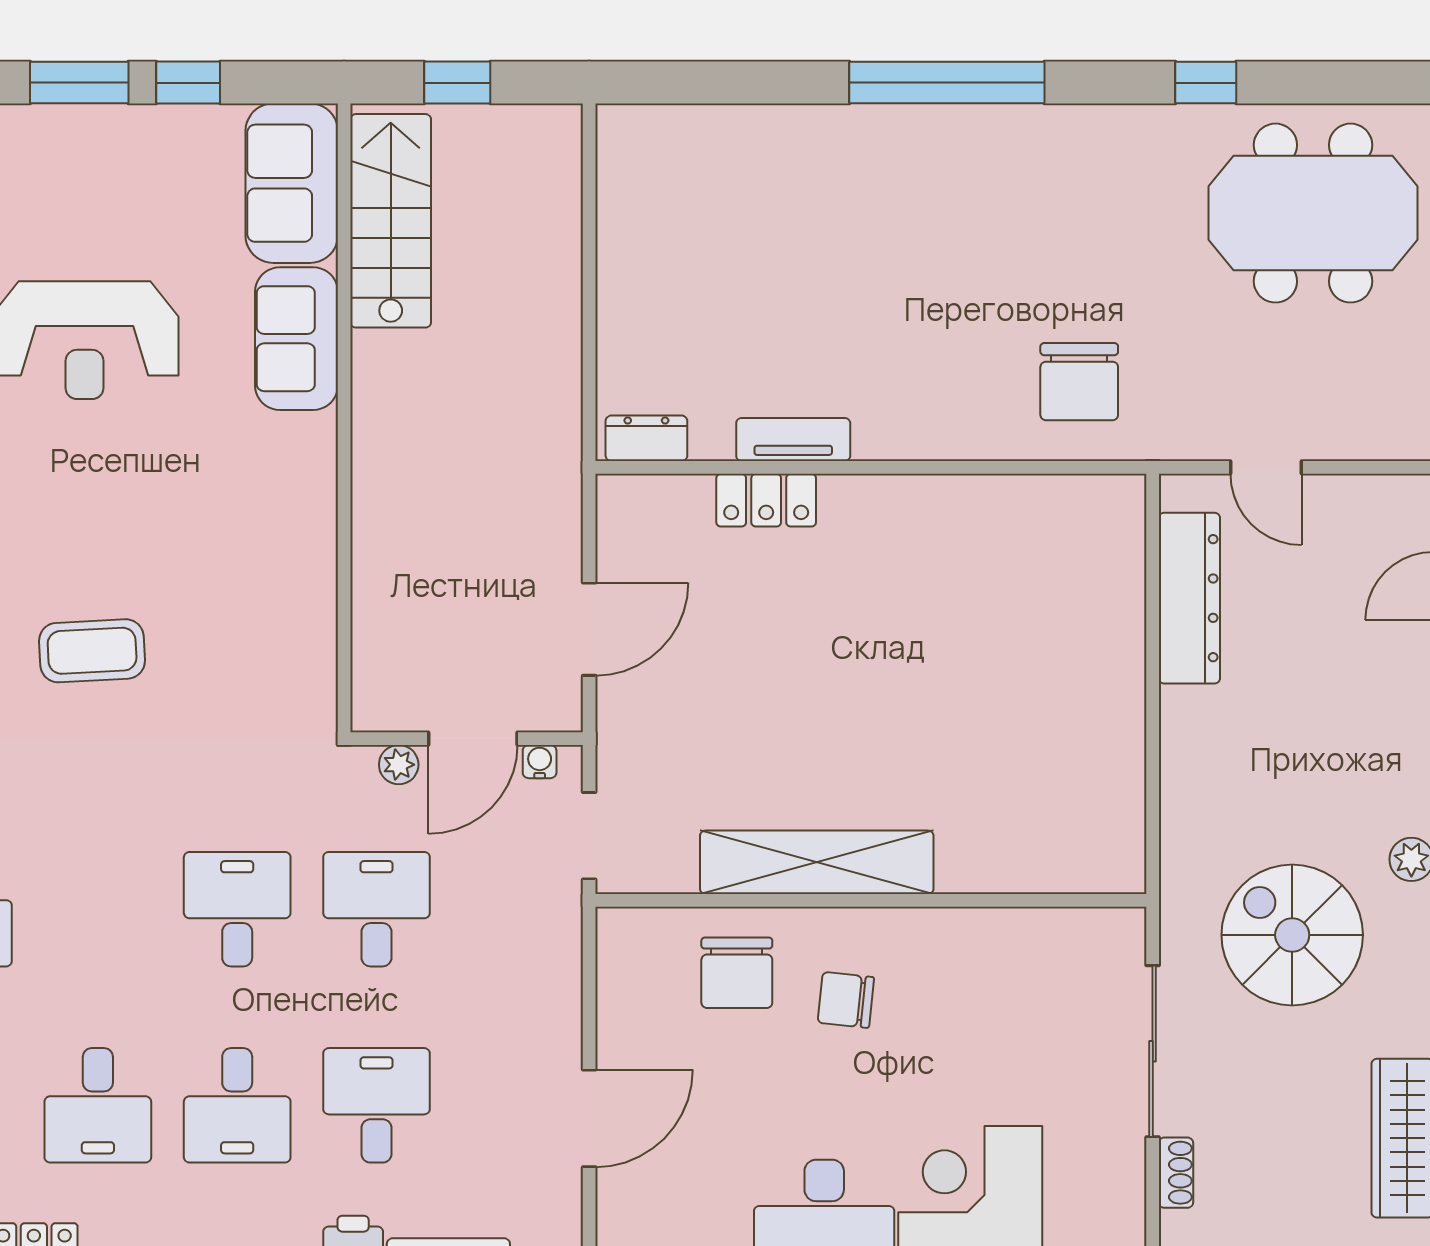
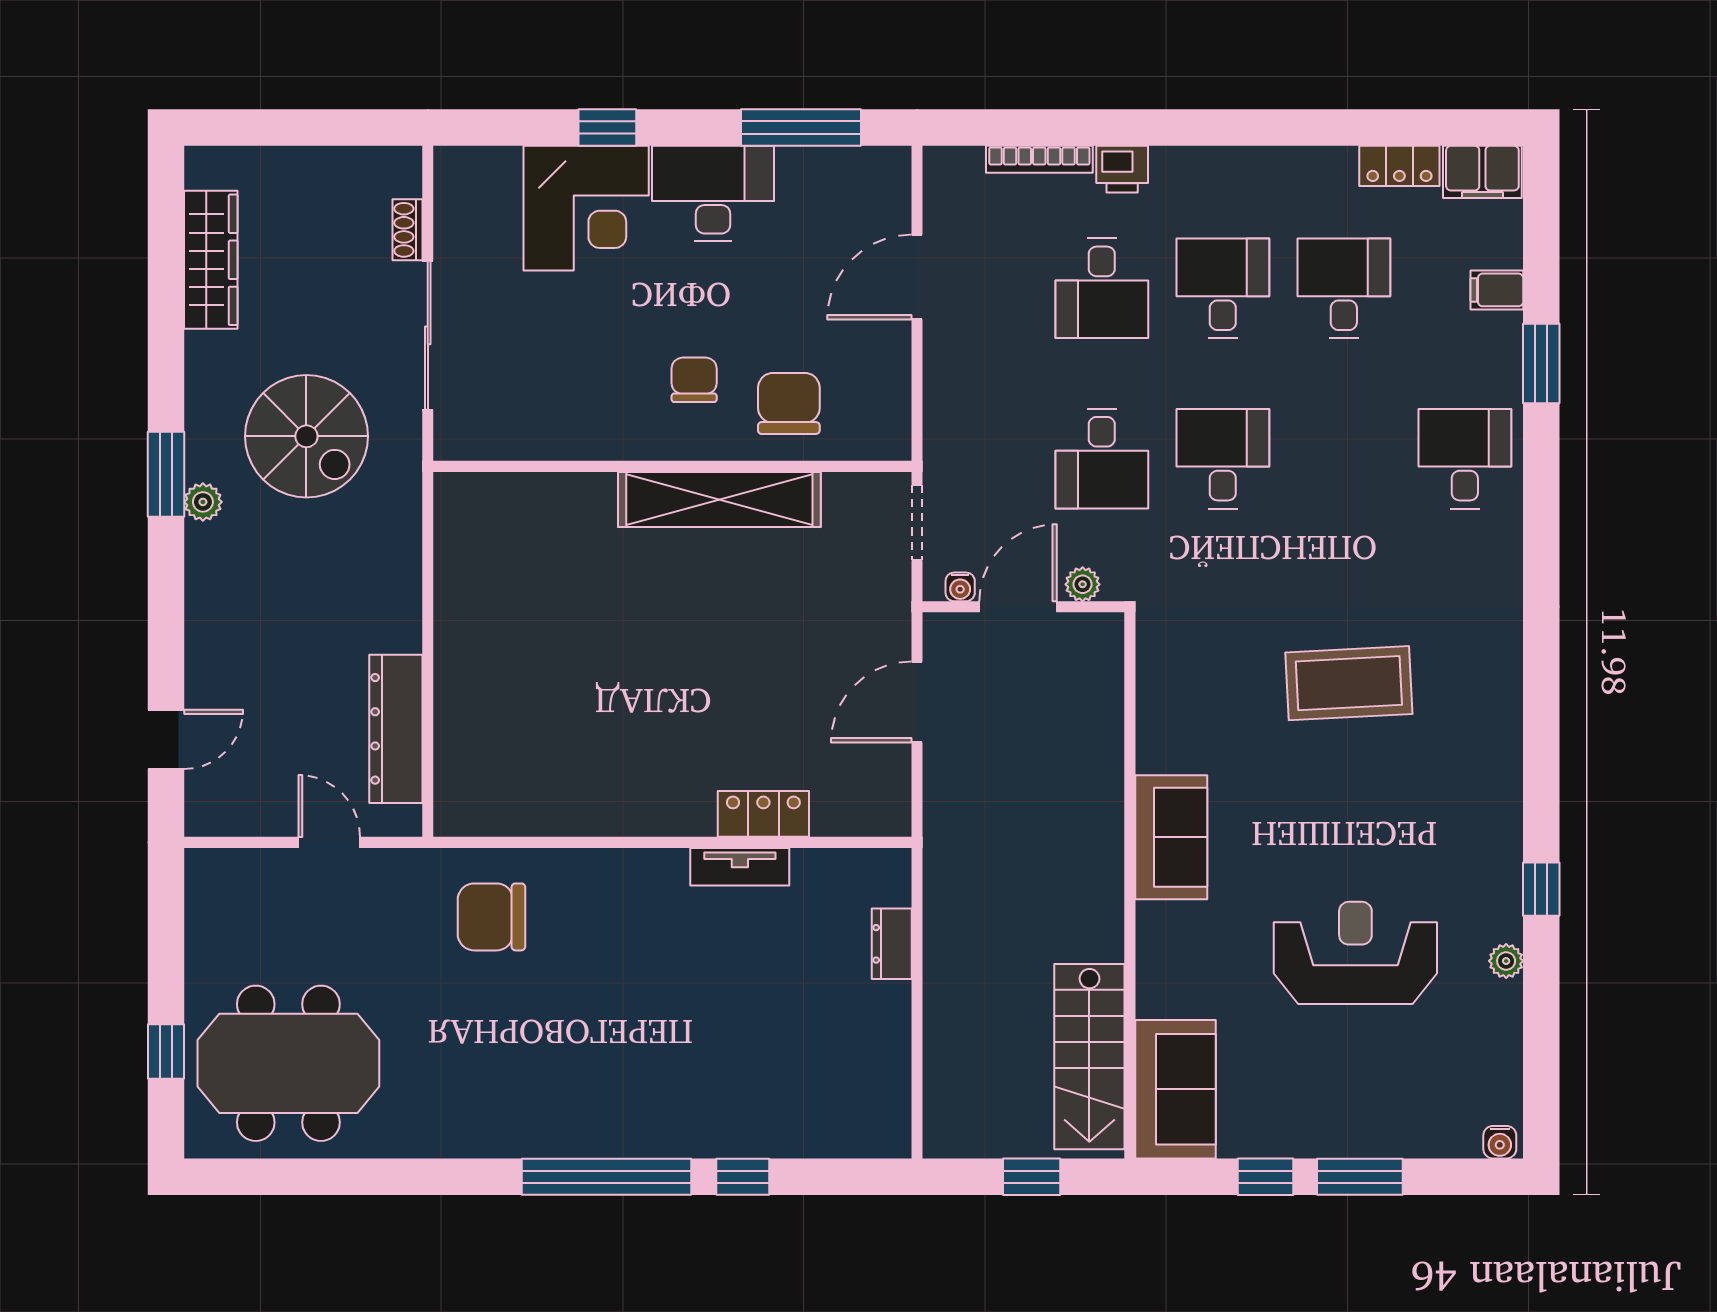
window: (1206, 83) -> (743, 1177), moved
sofa: (297, 339) -> (1171, 837), moved
chair: (1079, 382) -> (491, 917), turned -90
dresser: (646, 438) -> (892, 944), moved, turned 90
coffee table: (92, 651) -> (1349, 683), width x1.36, depth x1.32
desk: (237, 909) -> (1223, 459), turned 180
chair: (846, 1000) -> (694, 380), turned -96

